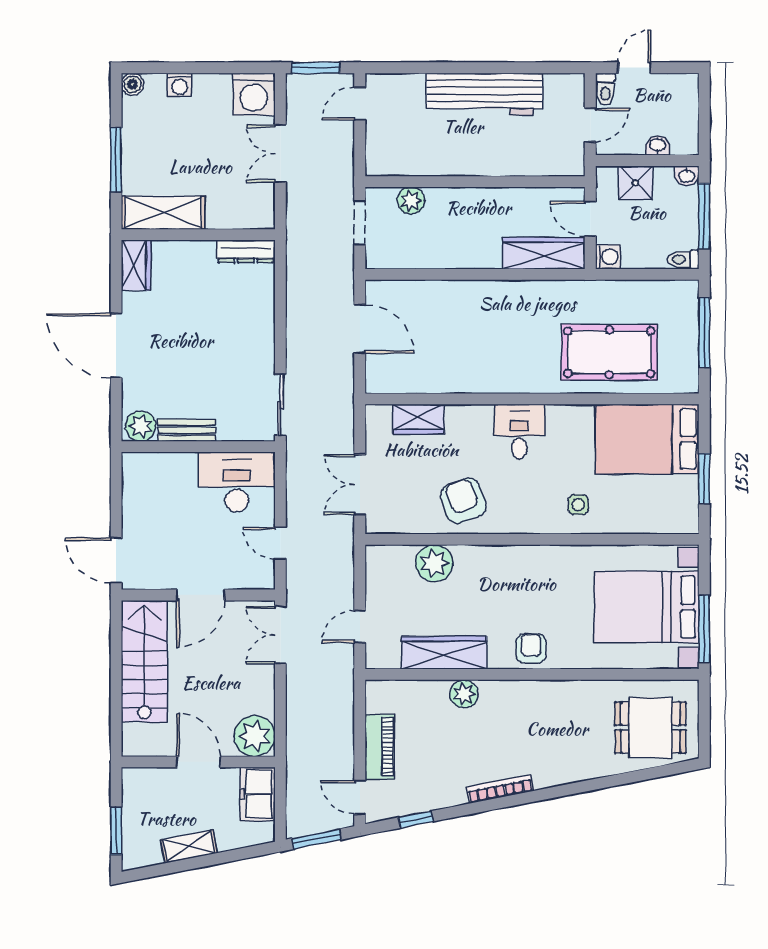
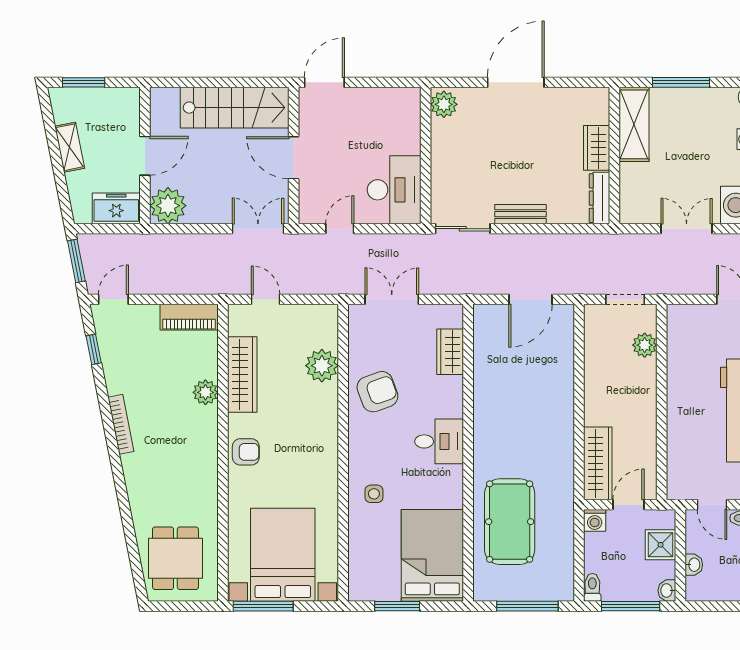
wardrobe: (136, 265) -> (597, 148), moved, turned 90
bench: (187, 430) -> (520, 214), moved, turned 90
piano: (380, 747) -> (189, 317), moved

